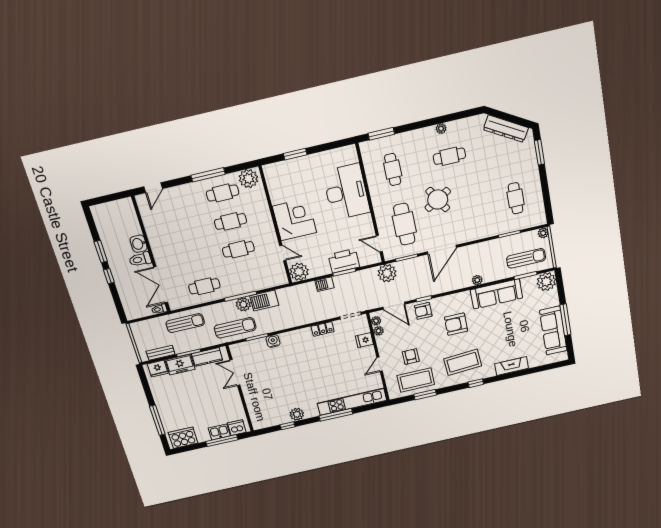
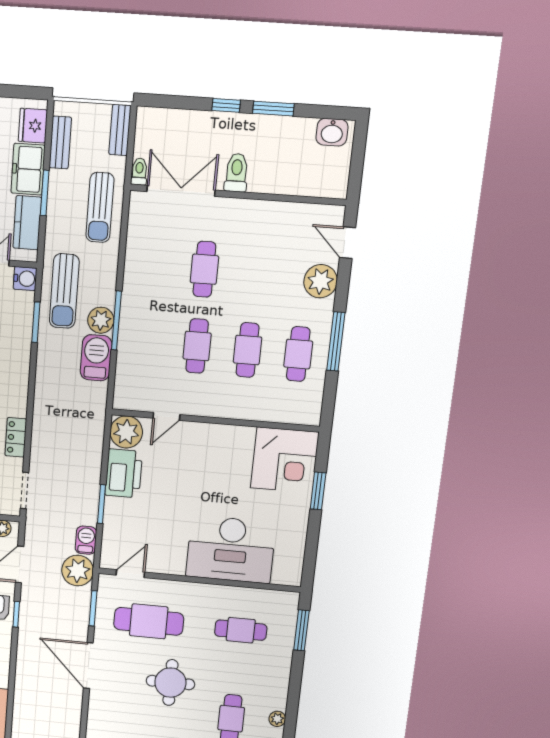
plant: (248, 179) -> (320, 281), moved
round table: (438, 199) -> (170, 683), turned 31
corner desk: (294, 220) -> (285, 460), moved
washbasin: (139, 244) -> (332, 132), moved, turned 180
printer: (344, 261) -> (124, 473), moved
plant: (477, 280) -> (21, 704), removed
barbecue: (324, 284) -> (86, 540), moved
cafe table: (204, 286) -> (204, 269), moved
bench: (143, 325) -> (120, 130), added
water cooler: (273, 341) -> (25, 279), moved

